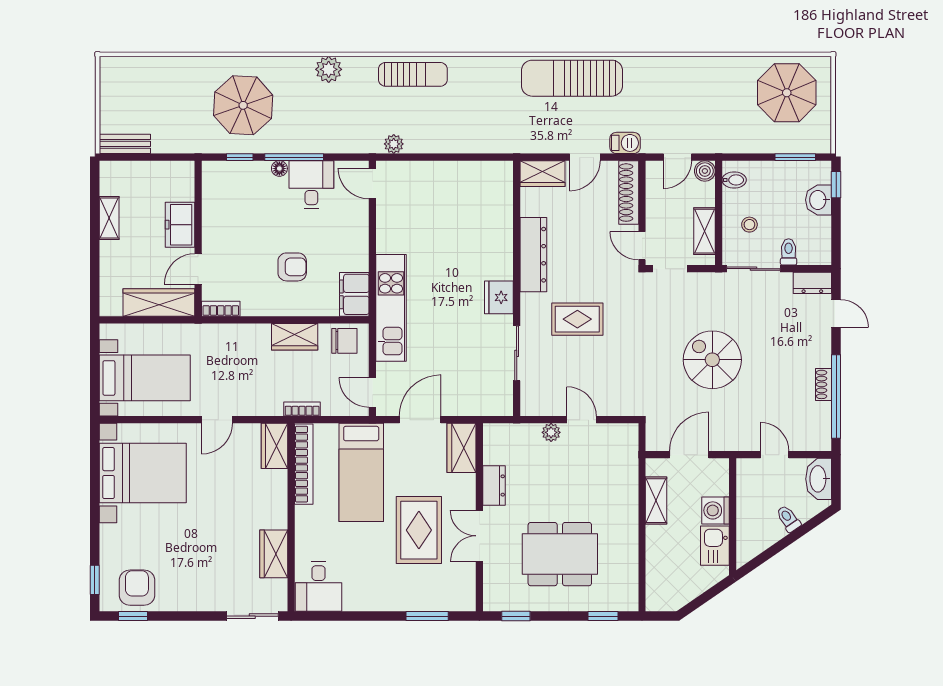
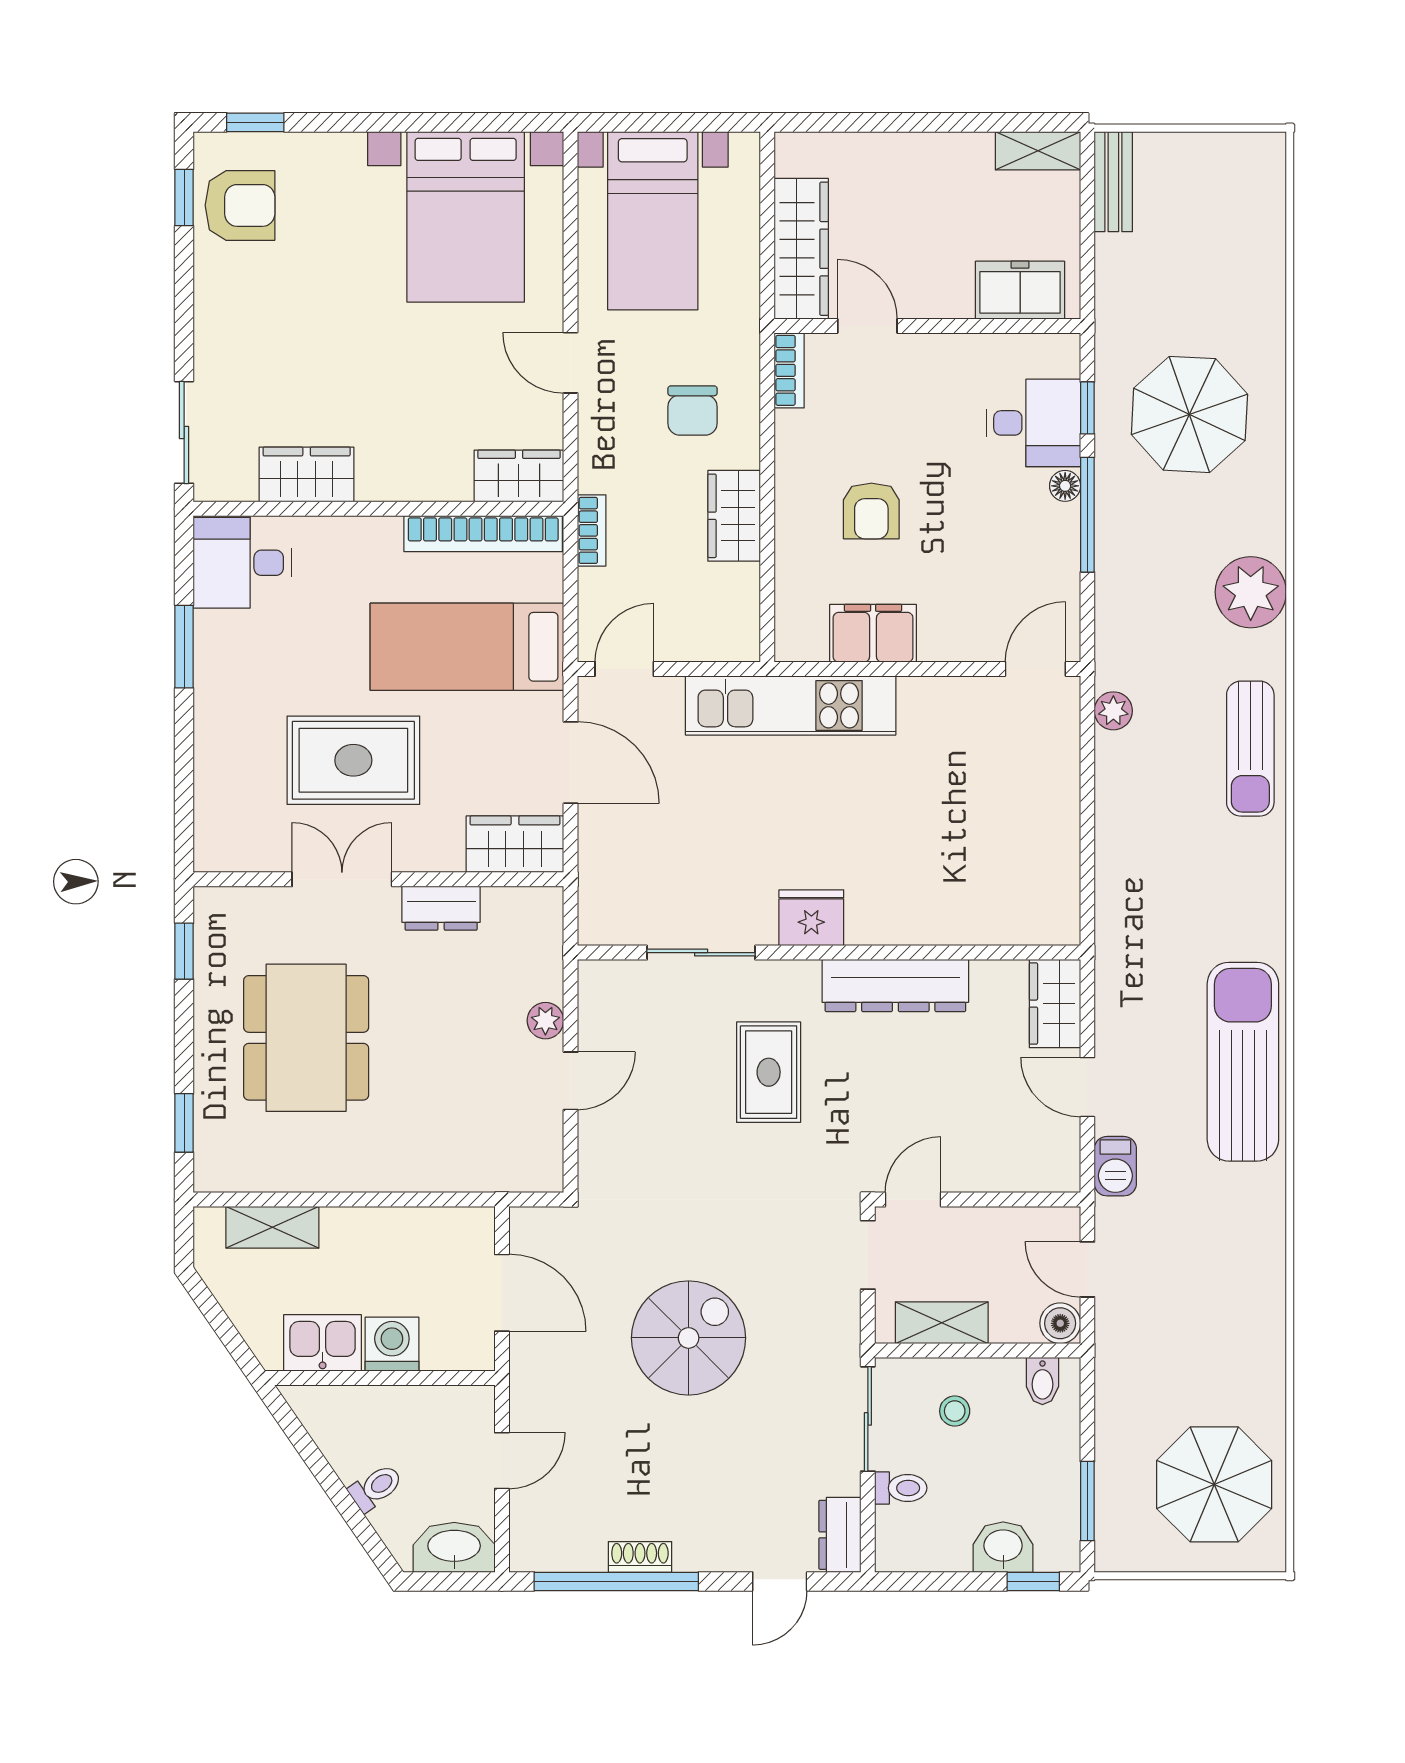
plant: (329, 69) -> (1251, 592), width x1.36, depth x1.36
desk: (311, 185) -> (1033, 423), moved
shoe rack: (629, 193) -> (1018, 1173), removed
shelving: (109, 218) -> (1038, 151), moved
freezer: (180, 225) -> (1020, 290), moved
filing cabinet: (354, 294) -> (873, 633), moved
chair: (344, 341) -> (692, 411), moved
shelving: (656, 501) -> (272, 1227), moved
window: (427, 616) -> (184, 647), moved

